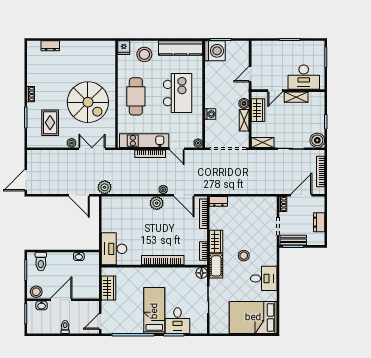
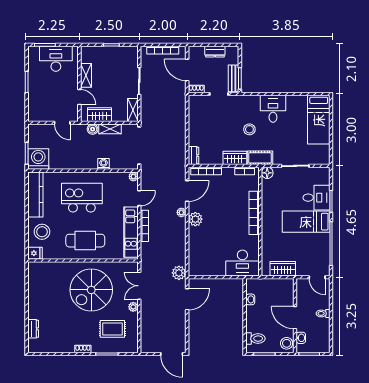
desk: (304, 77) -> (56, 59), moved, turned -90
spiral stairs: (88, 102) -> (91, 290), turned 180
boiler: (317, 140) -> (131, 53), removed
bed: (253, 317) -> (319, 120), width x0.67

